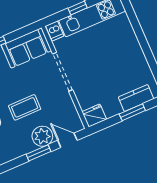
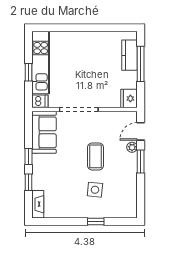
window: (132, 112) -> (141, 64), width x1.44
plant: (42, 136) -> (132, 147), width x0.53, depth x0.53

